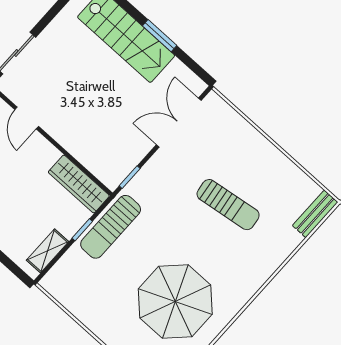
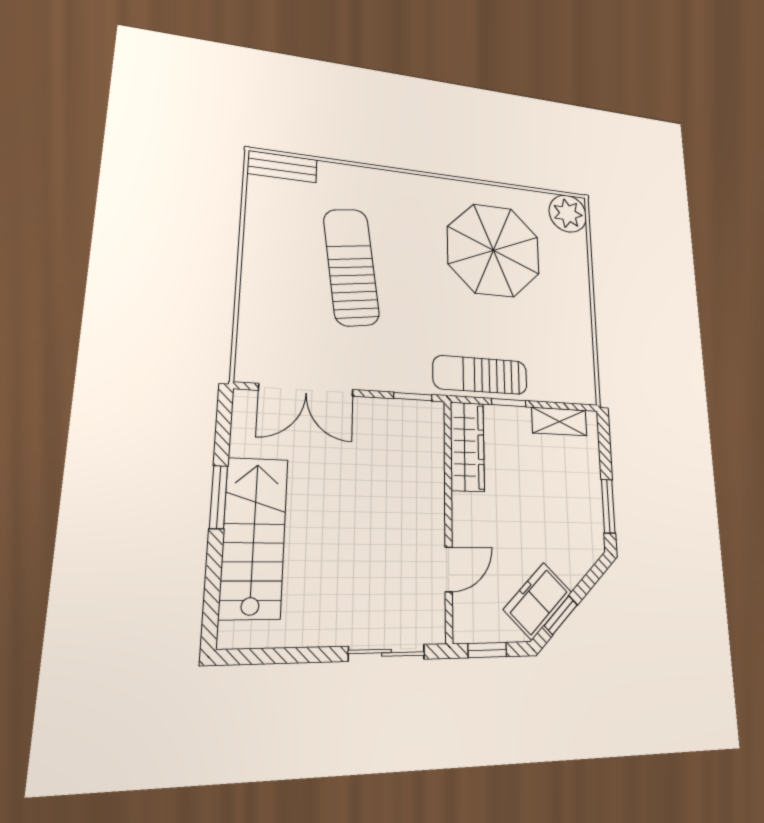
sun lounger: (228, 205) -> (351, 267), width x1.36, depth x1.34
sun lounger: (111, 227) -> (480, 375), turned 180

